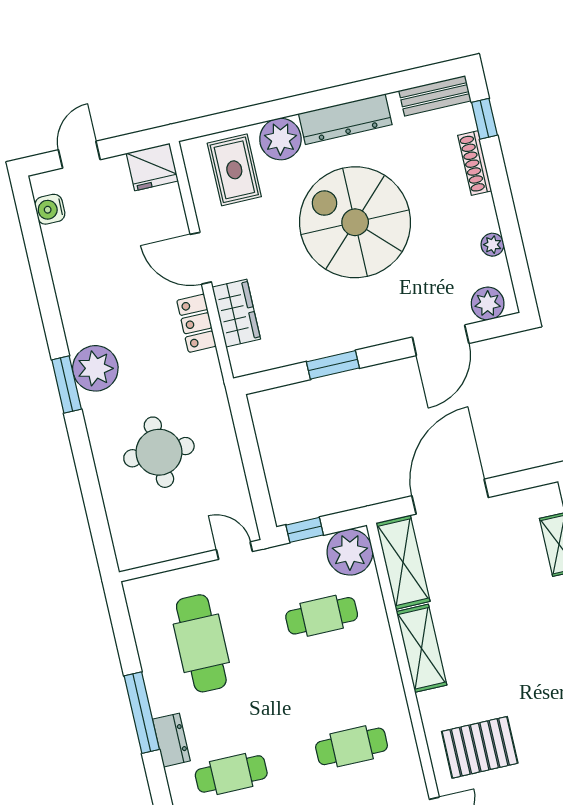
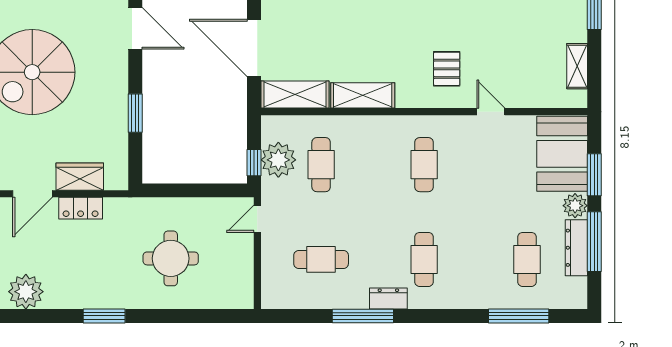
plant: (95, 368) -> (26, 292), moved
plant: (350, 552) -> (278, 160), moved
cafe table: (201, 643) -> (321, 259), width x0.73, depth x0.74
pallet: (480, 747) -> (447, 69), width x0.67, depth x0.71

